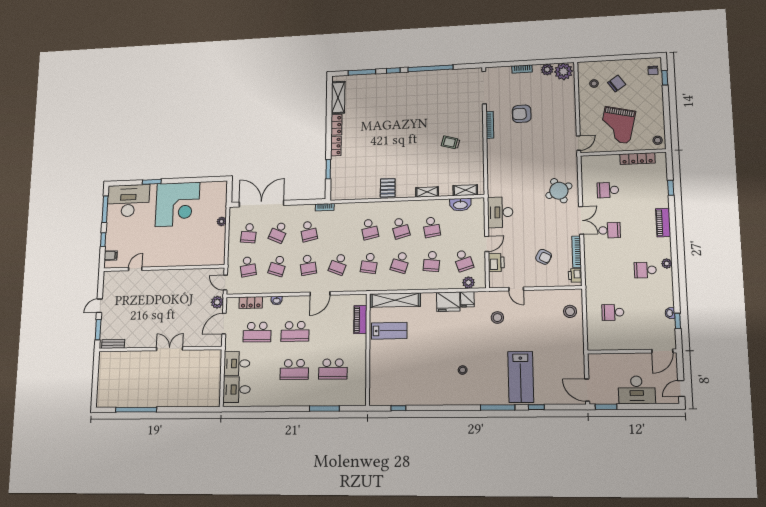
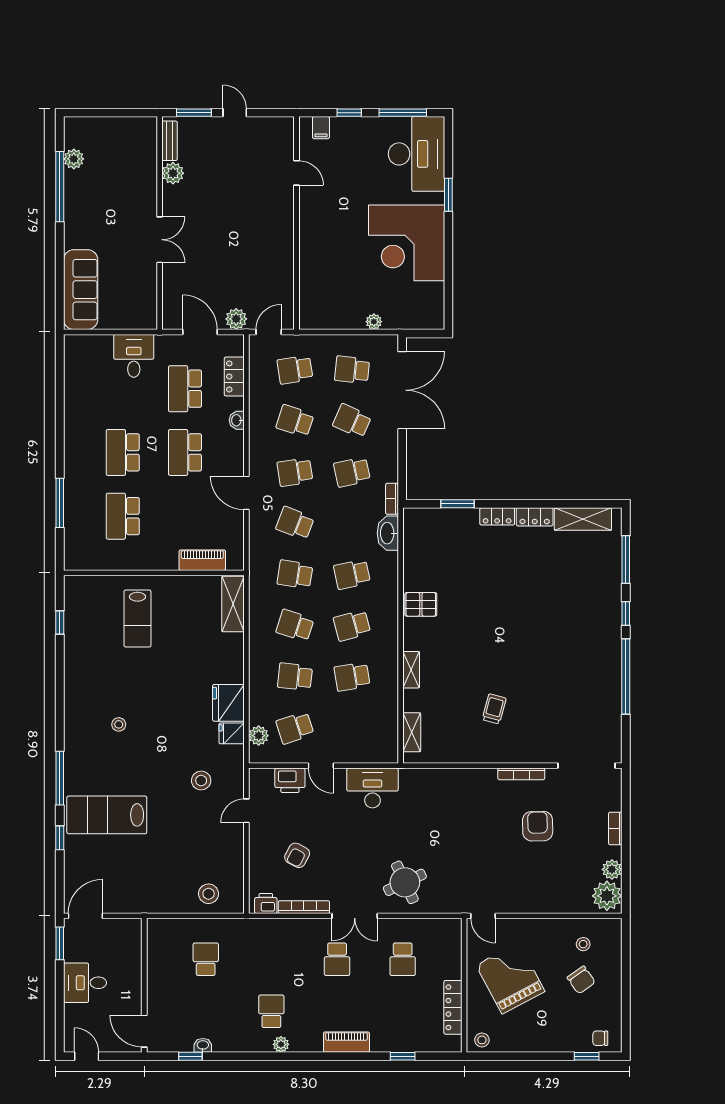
grand piano: (617, 125) -> (510, 978), turned 49
school desk: (608, 190) -> (403, 959), turned 180
washbasin: (460, 205) -> (388, 533), moved
shelving: (395, 300) -> (233, 604), width x0.68
lab bench: (389, 331) -> (137, 618), moved
plant: (132, 341) -> (173, 173), added
desk: (237, 390) -> (91, 357), removed
desk: (637, 390) -> (85, 983), width x0.73
sofa: (197, 396) -> (81, 290), added
plant: (120, 401) -> (74, 159), added

